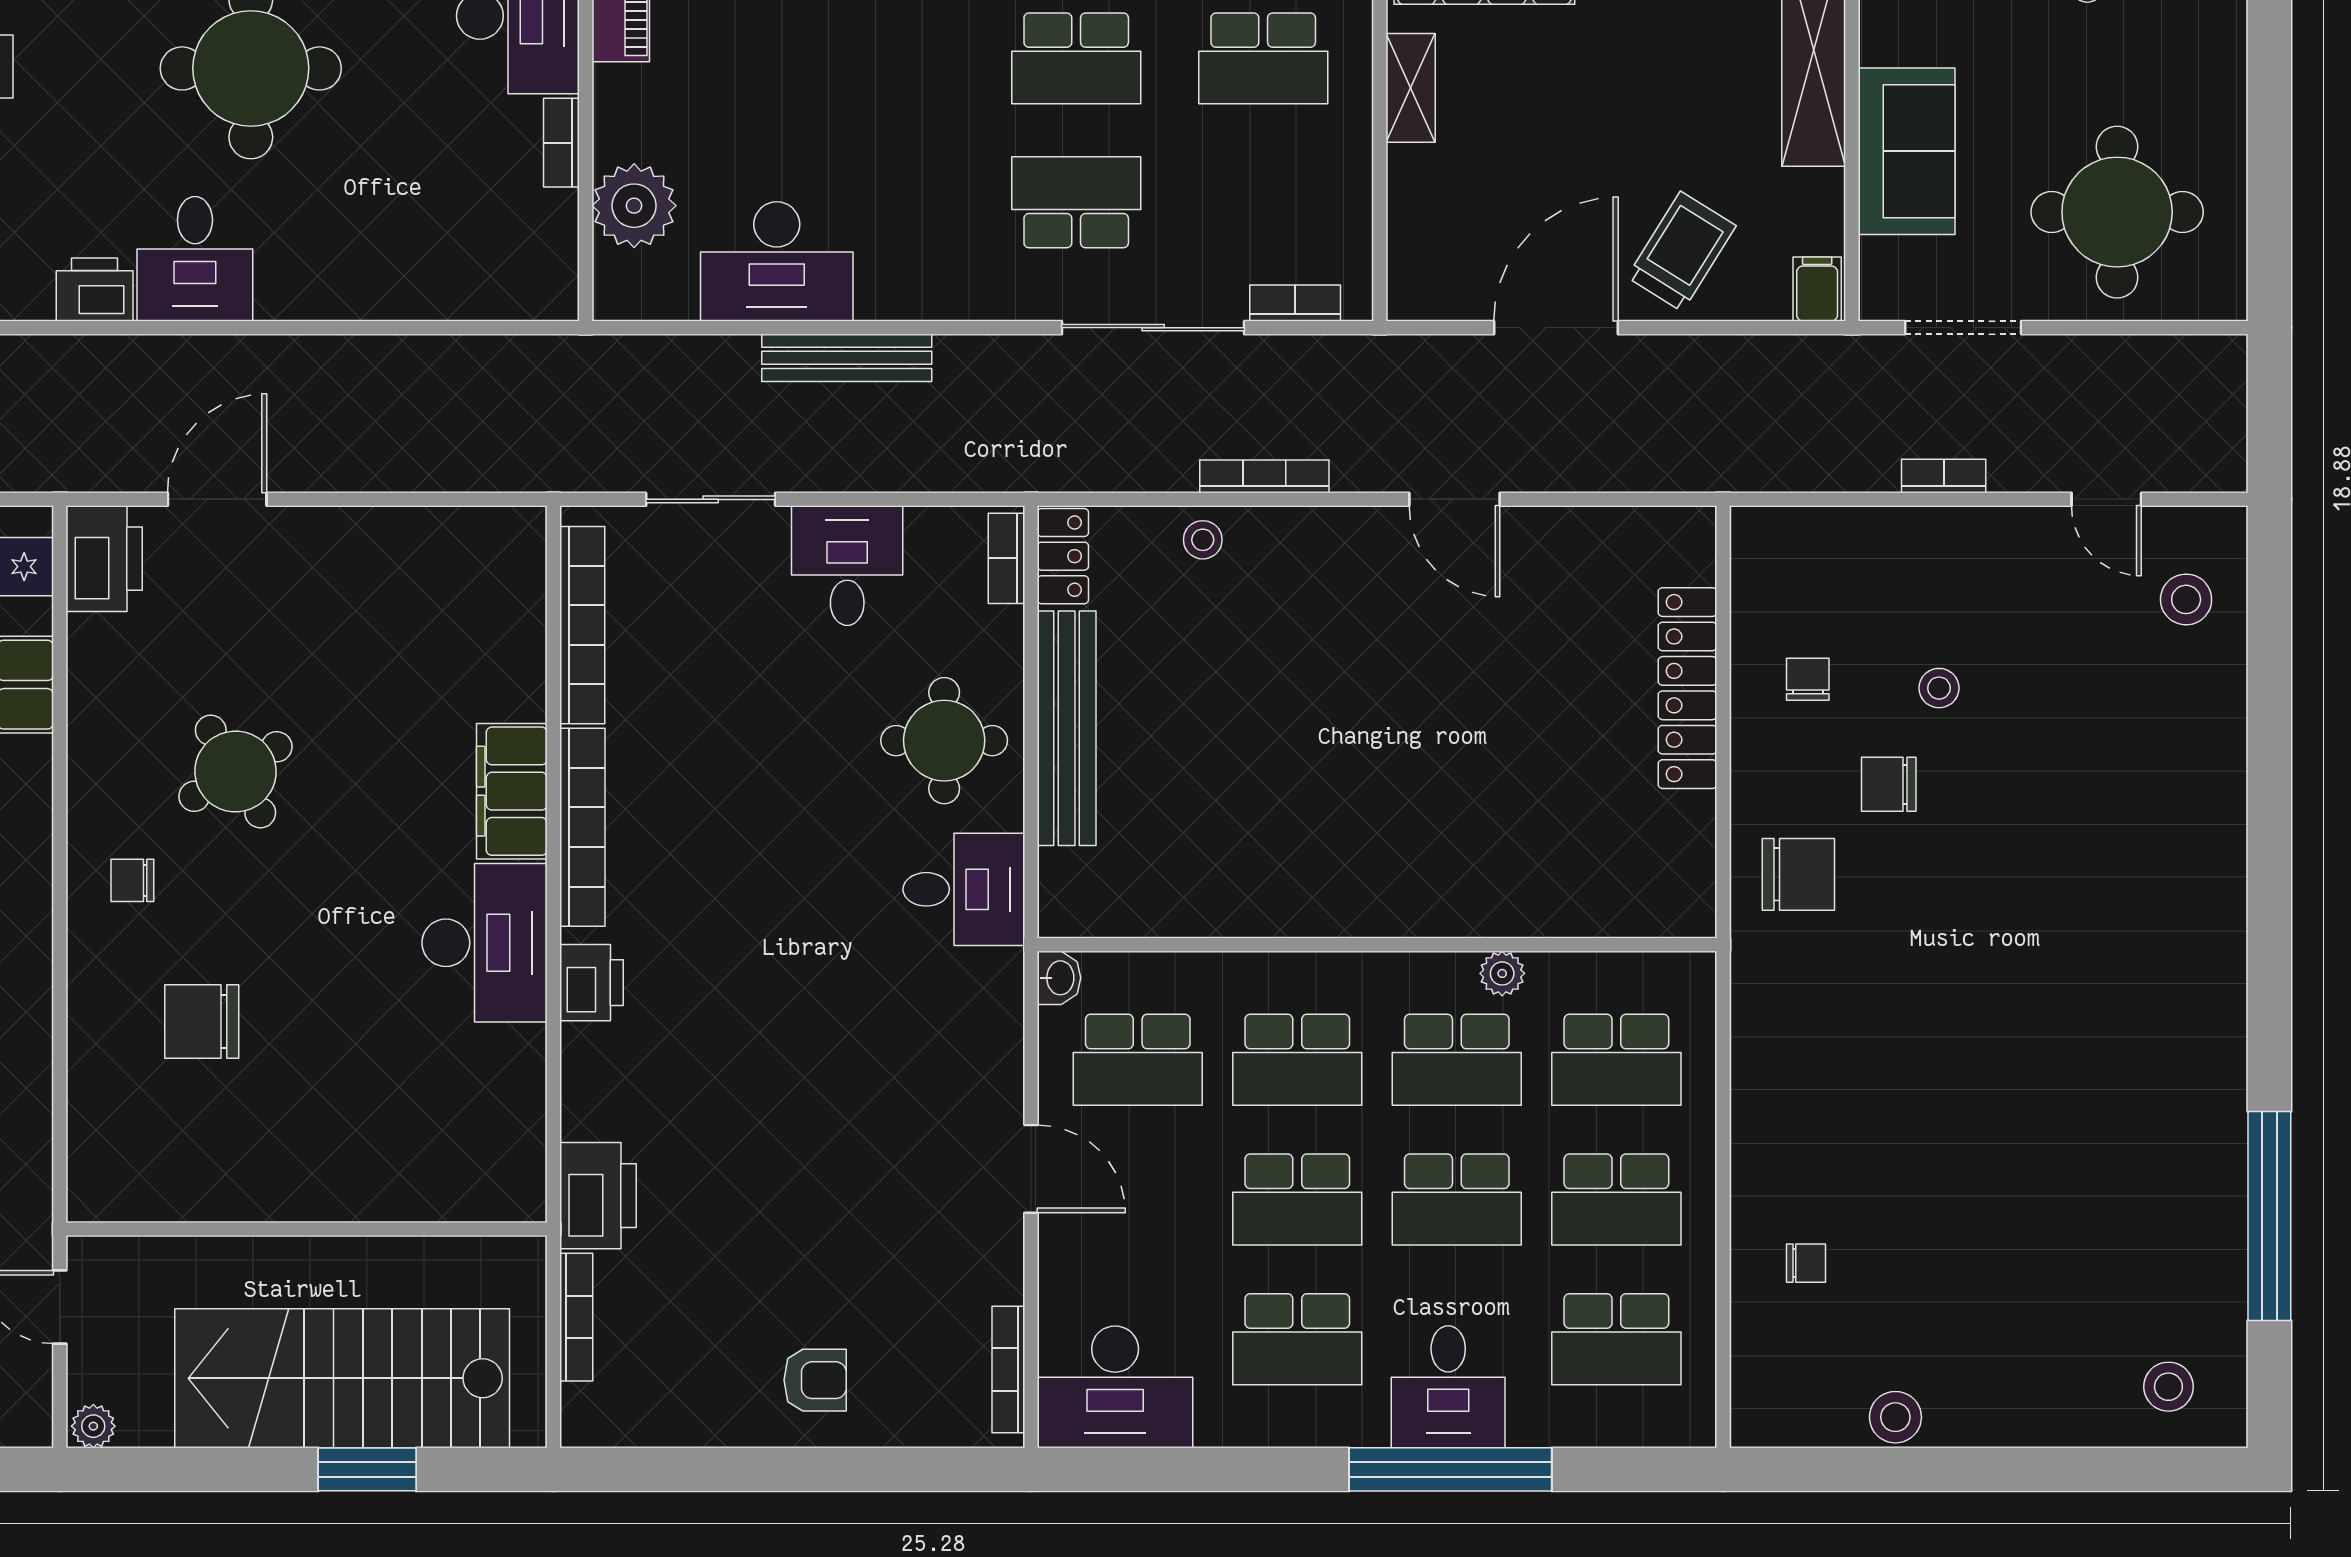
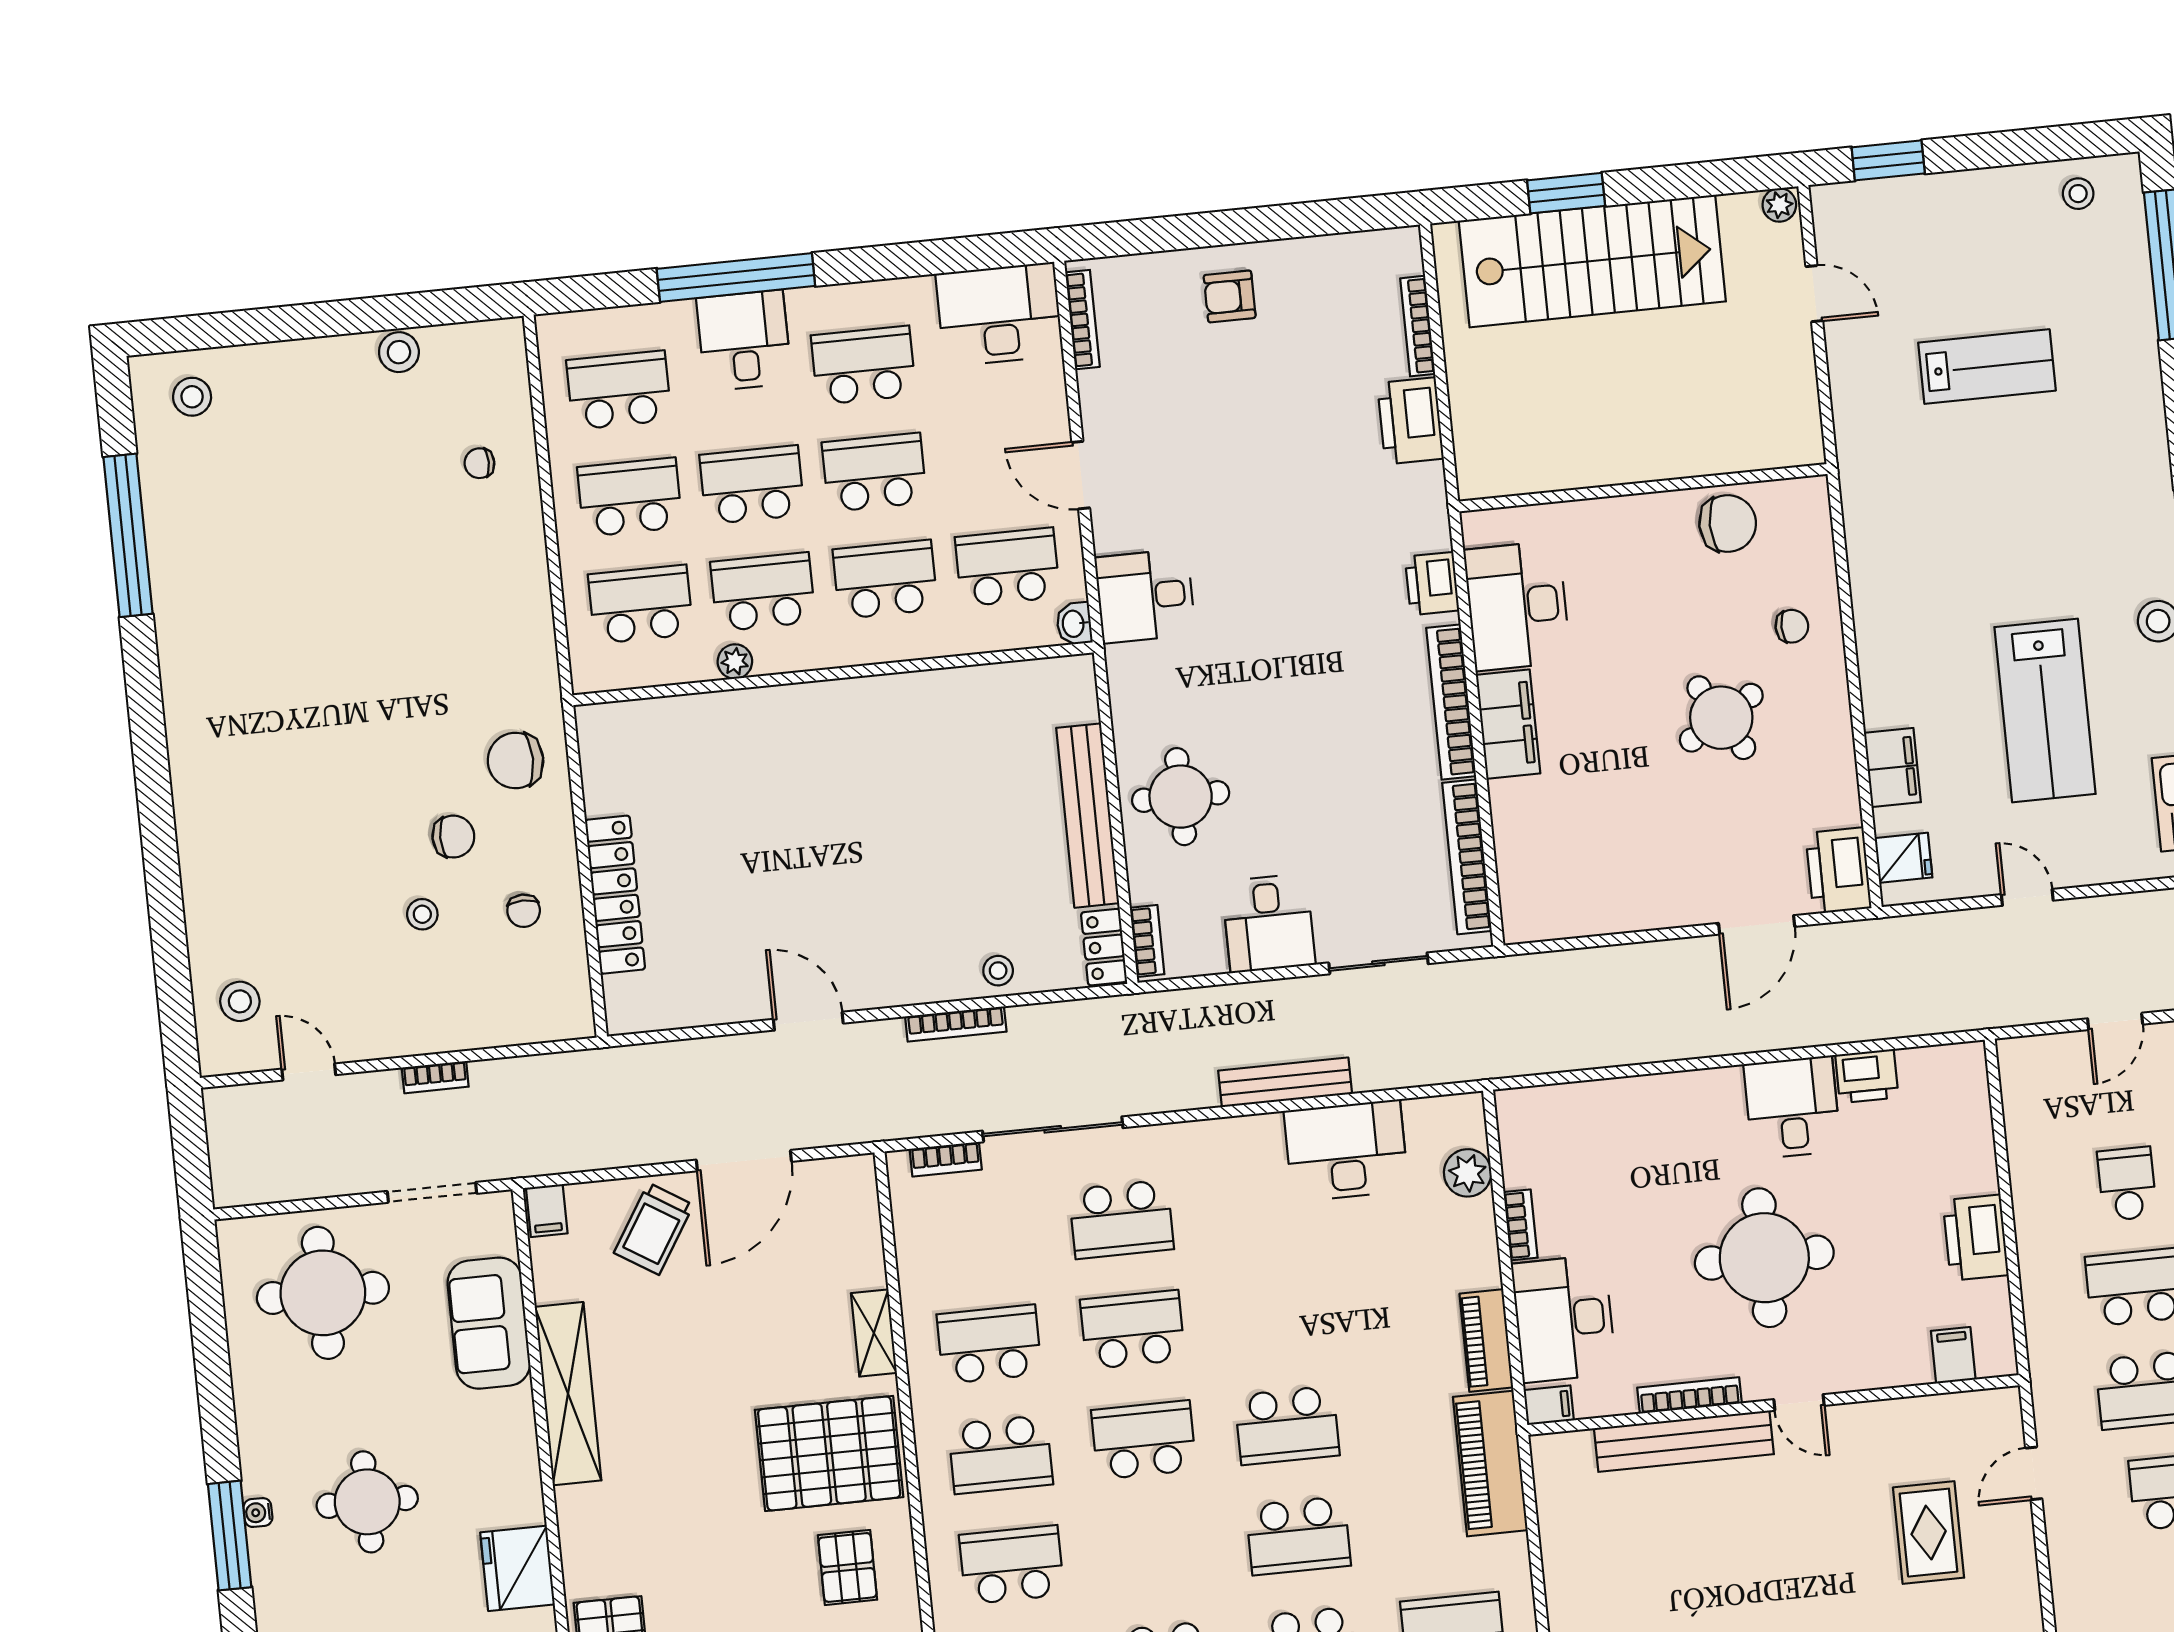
plant: (634, 206) -> (1468, 1173), width x0.73, depth x0.73
desk: (964, 889) -> (1145, 596), moved
wall: (307, 1229) -> (1643, 488), moved

